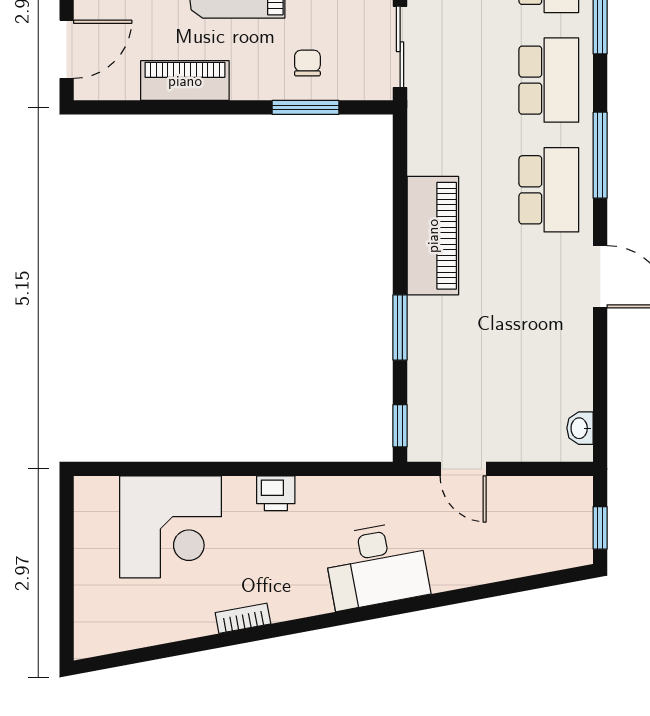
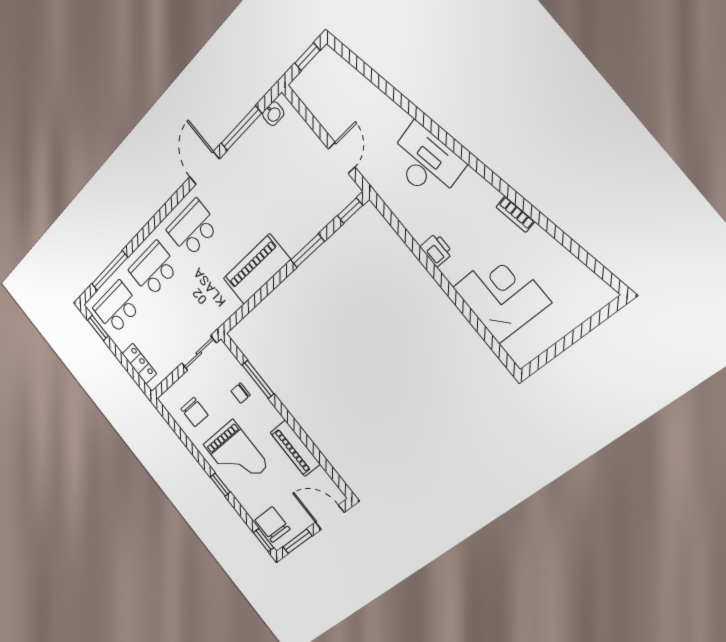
window: (600, 155) -> (241, 128), moved

